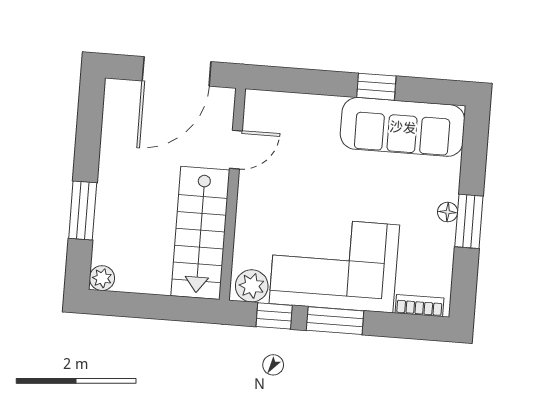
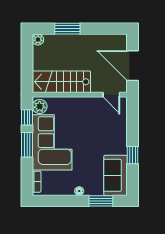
sofa: (403, 127) -> (116, 175), width x0.73
door: (236, 150) -> (111, 95), moved
window: (469, 221) -> (101, 201), moved

